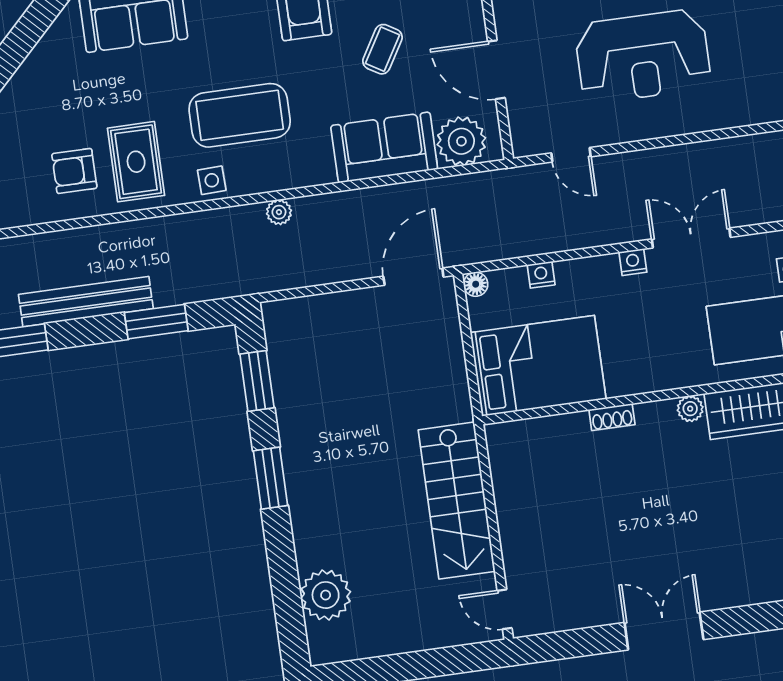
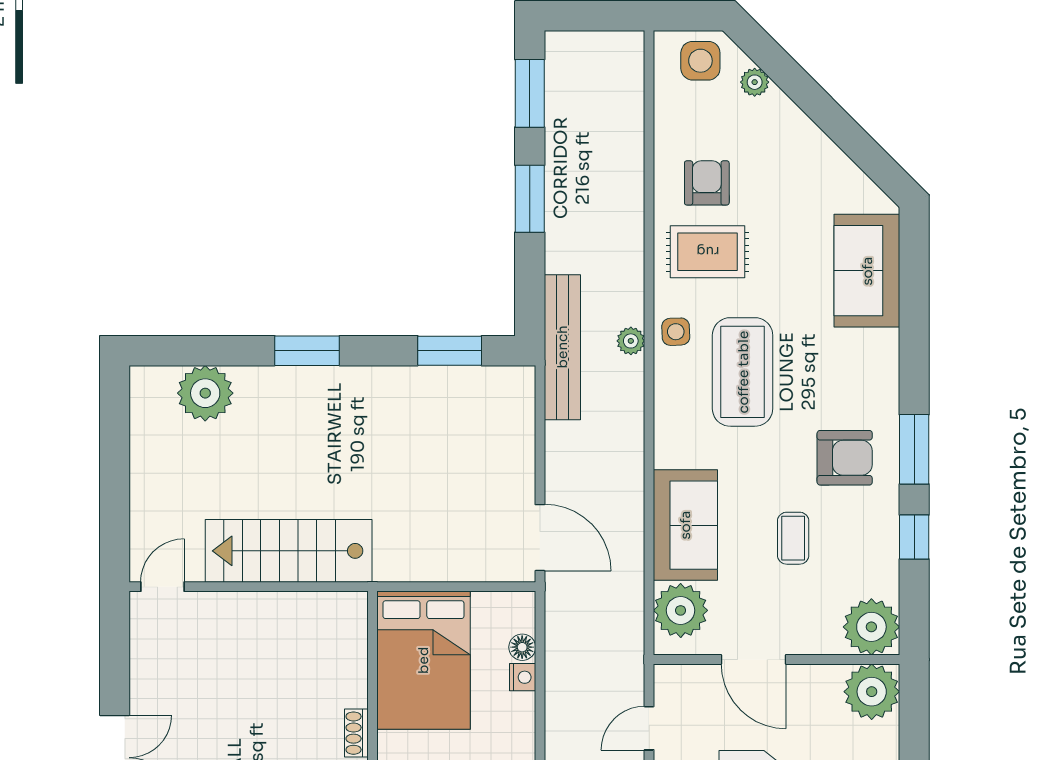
coffee table: (383, 49) -> (793, 538), turned 59
door: (496, 70) -> (753, 659), swing flipped
plant: (279, 212) -> (631, 341), moved
floor lamp: (476, 284) -> (522, 647), moved
bench: (86, 302) -> (562, 347), moved
window: (156, 322) -> (530, 199), moved
window: (270, 478) -> (307, 351), moved

